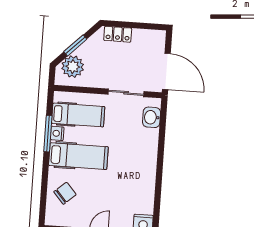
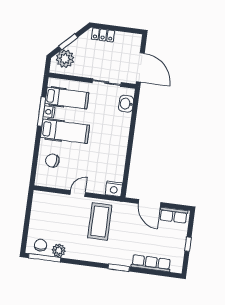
chair: (65, 193) -> (52, 161), turned -130

